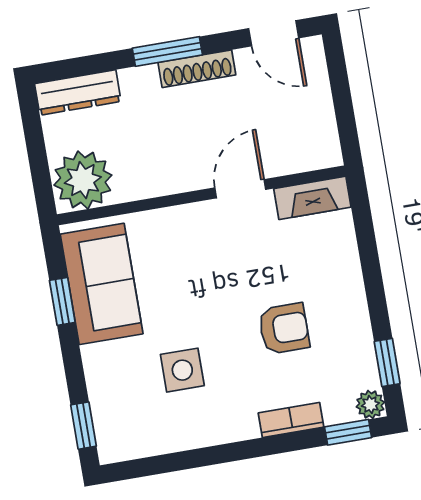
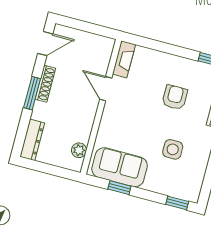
plant: (83, 180) -> (79, 150), width x0.53, depth x0.53

